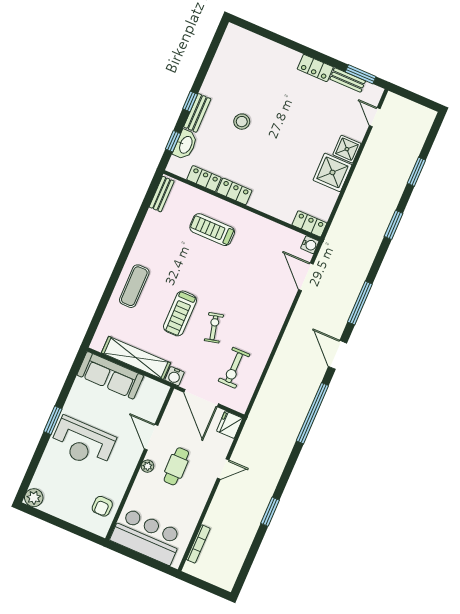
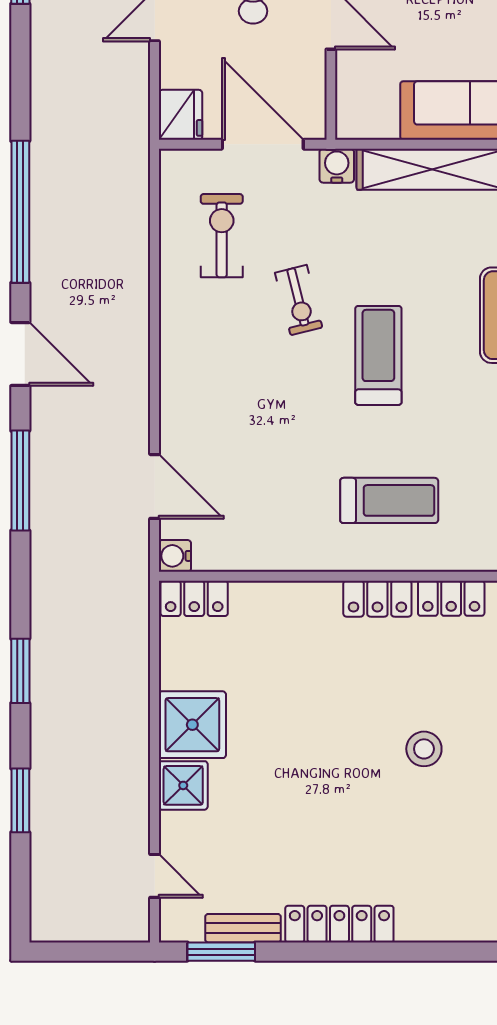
locker: (315, 68) -> (339, 924), width x1.53
treadmill: (180, 313) -> (378, 355), moved

